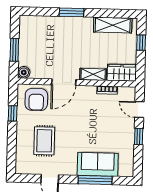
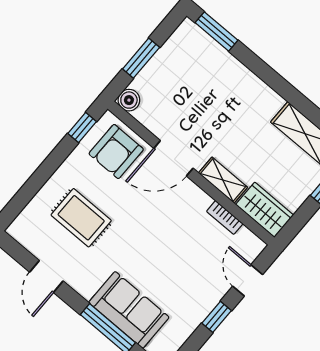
window: (72, 12) -> (216, 31), moved
window: (13, 113) -> (82, 128), moved
rug: (44, 141) -> (81, 218), turned 90

